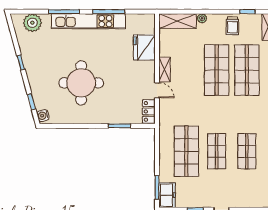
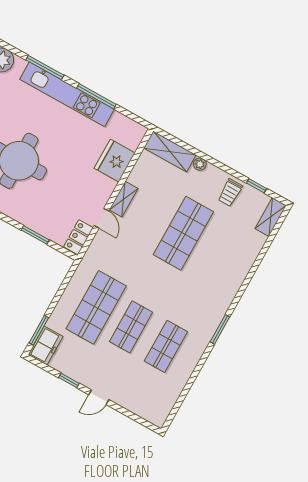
shop shelf: (247, 70) -> (218, 253), removed

